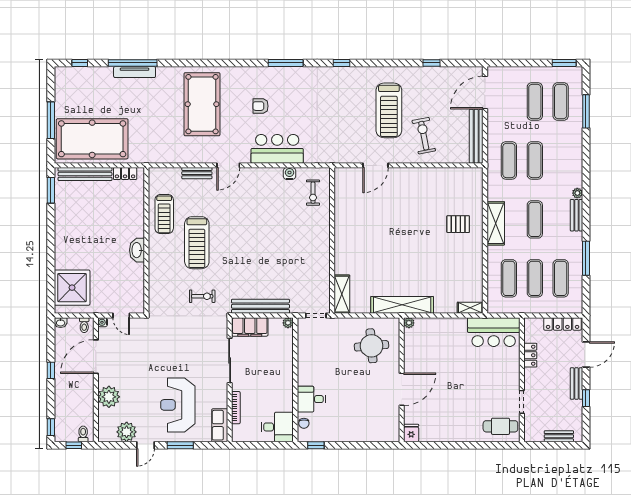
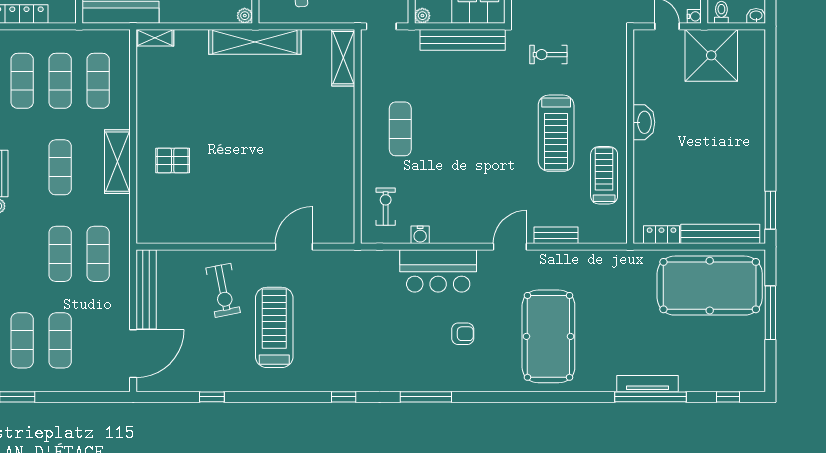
treadmill: (197, 243) -> (556, 133), turned 180
exercise mat: (303, 246) -> (400, 129), added
shower: (72, 288) -> (711, 55), moved

